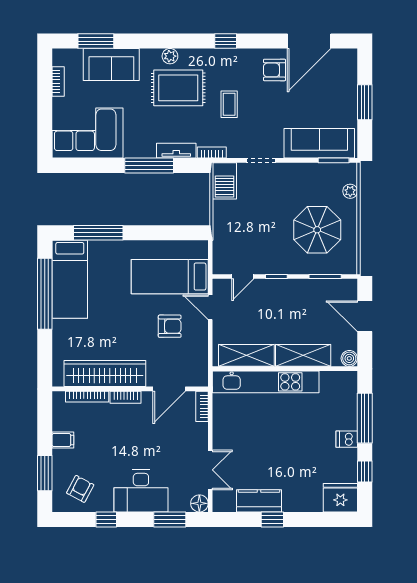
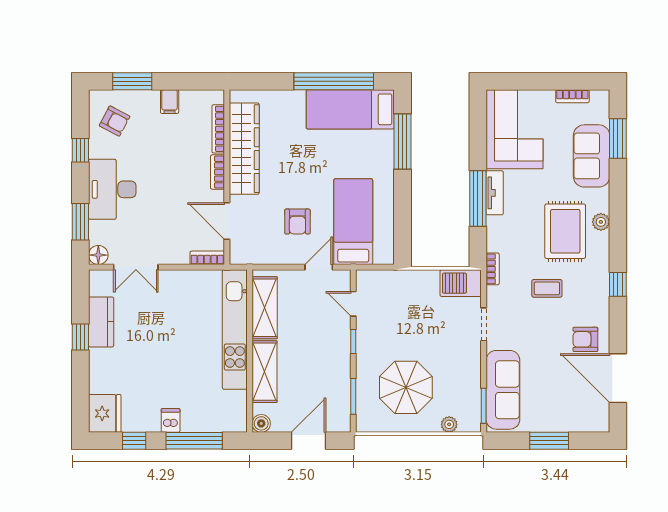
armchair: (274, 70) -> (585, 339), turned -90
tv unit: (176, 151) -> (495, 193), moved

